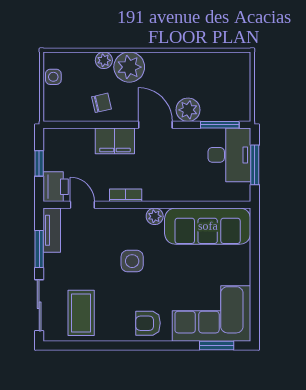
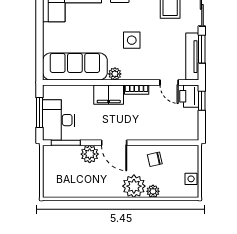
filing cabinet: (115, 141) -> (109, 95), moved, turned 180
window: (39, 163) -> (202, 101), moved
tv unit: (52, 230) -> (192, 57), width x1.41

